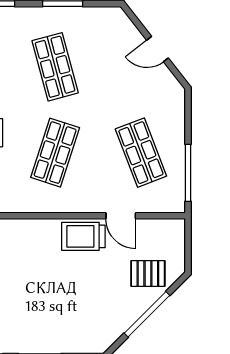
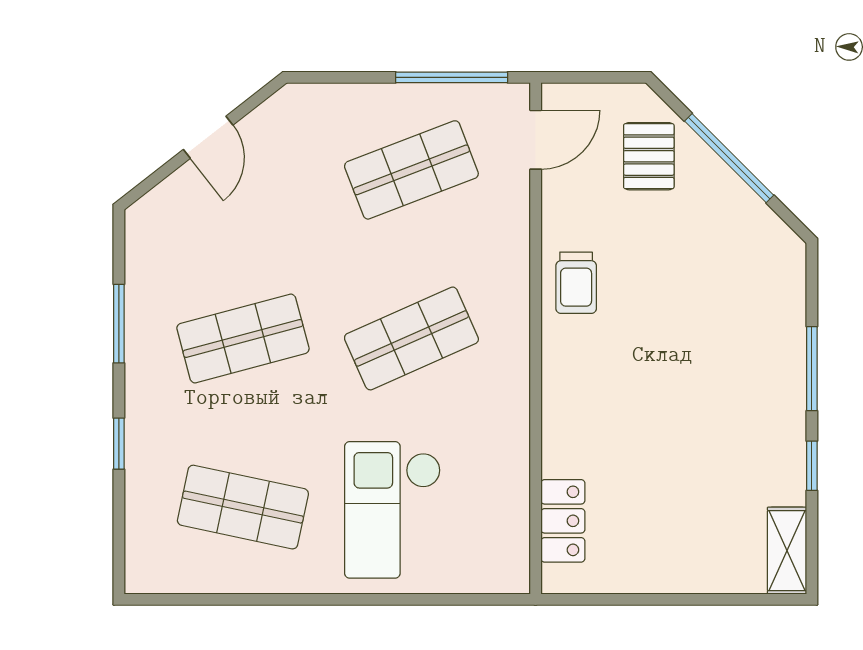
shop shelf: (55, 153) -> (411, 338), turned -42
door: (121, 216) -> (536, 140), moved
trolley: (83, 236) -> (576, 283), width x0.73, depth x0.72

